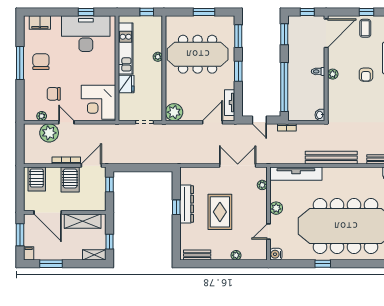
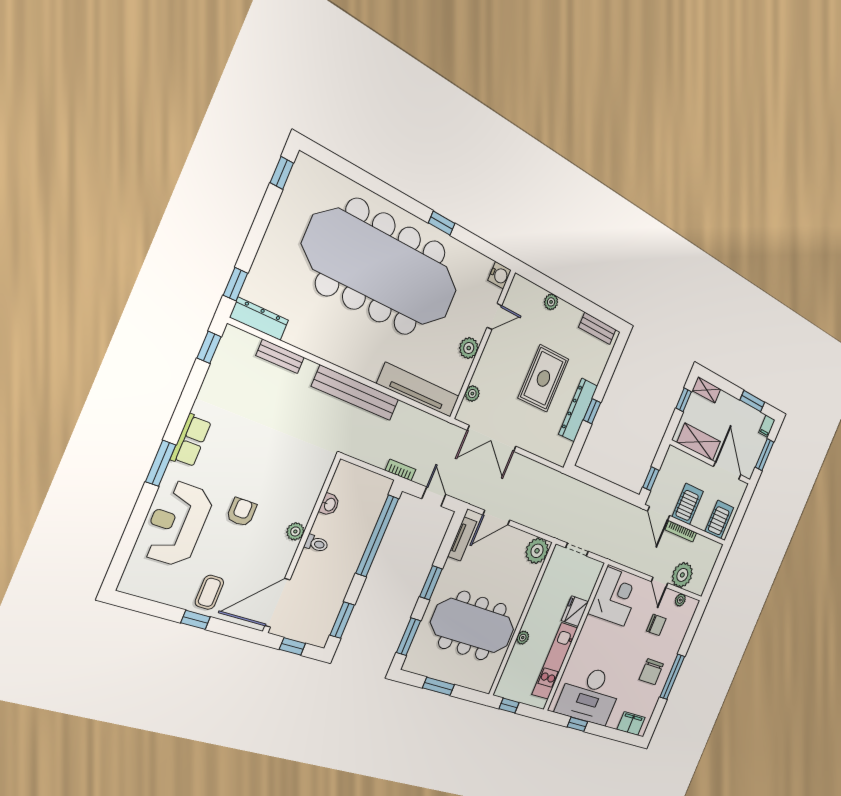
washbasin: (320, 115) -> (329, 504), moved
door: (91, 166) -> (659, 513), hinge flipped

